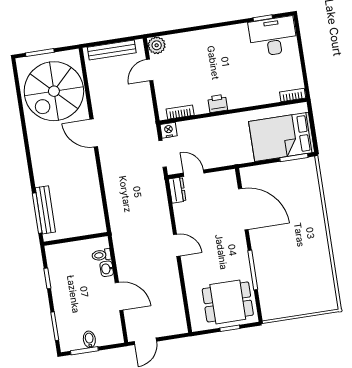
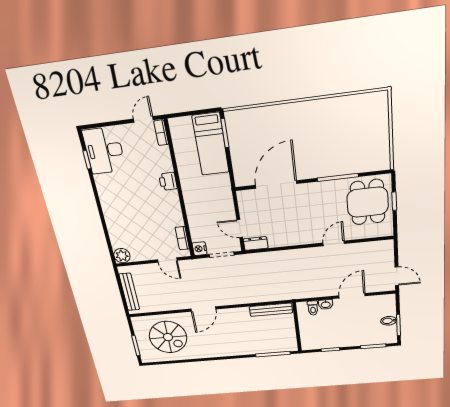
door: (150, 70) -> (167, 260), moved
door: (305, 78) -> (143, 119), added
spiral stairs: (54, 91) -> (168, 337), width x0.73, depth x0.73
printer: (218, 103) -> (168, 181), moved
bed: (282, 137) -> (211, 144), width x0.67
door: (194, 173) -> (240, 229), hinge flipped
bench: (45, 210) -> (271, 310), moved
door: (177, 245) -> (334, 243), moved

